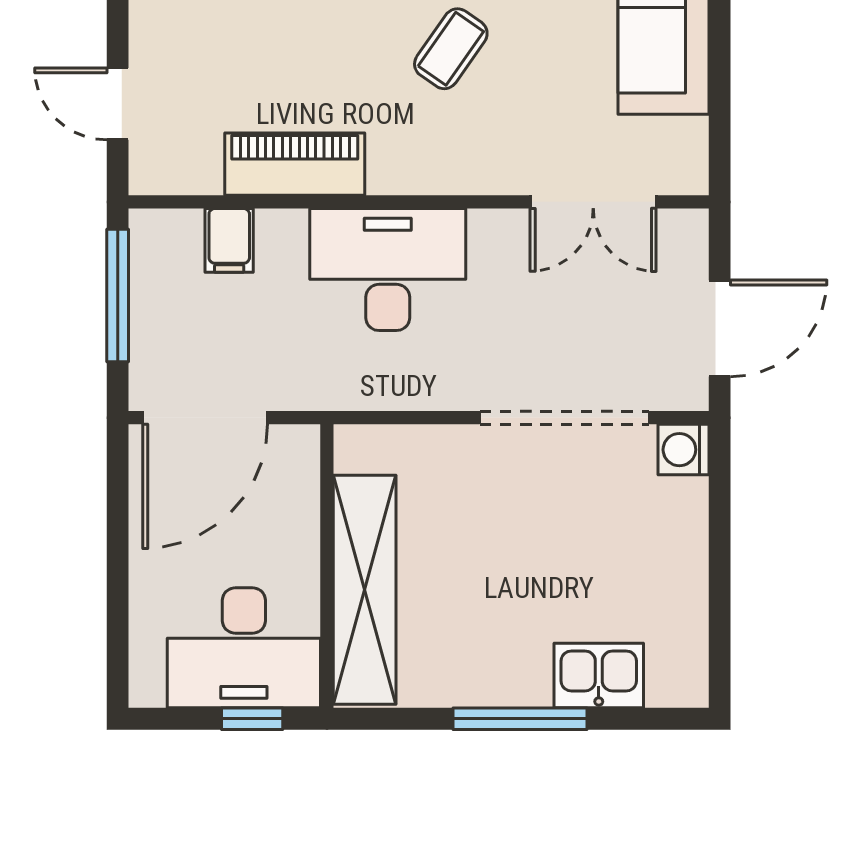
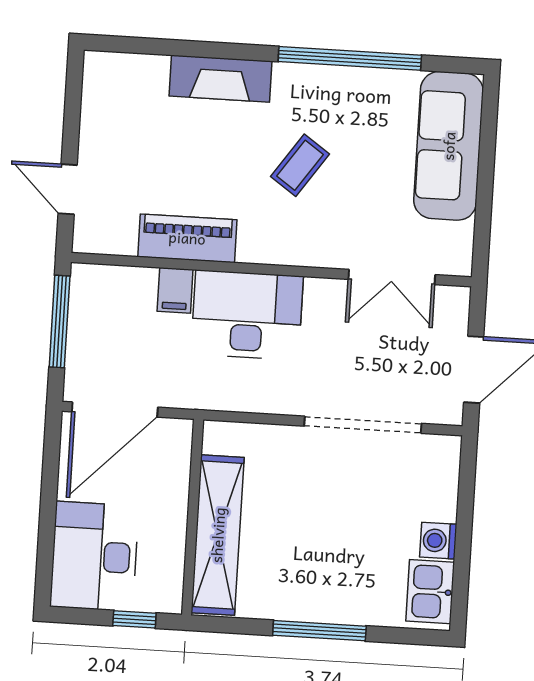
filing cabinet: (229, 240) -> (175, 290), moved
washing machine: (684, 450) -> (438, 541), moved
desk: (244, 648) -> (94, 556), moved, turned 90
kitchen sink: (599, 676) -> (430, 592), moved, turned -90

